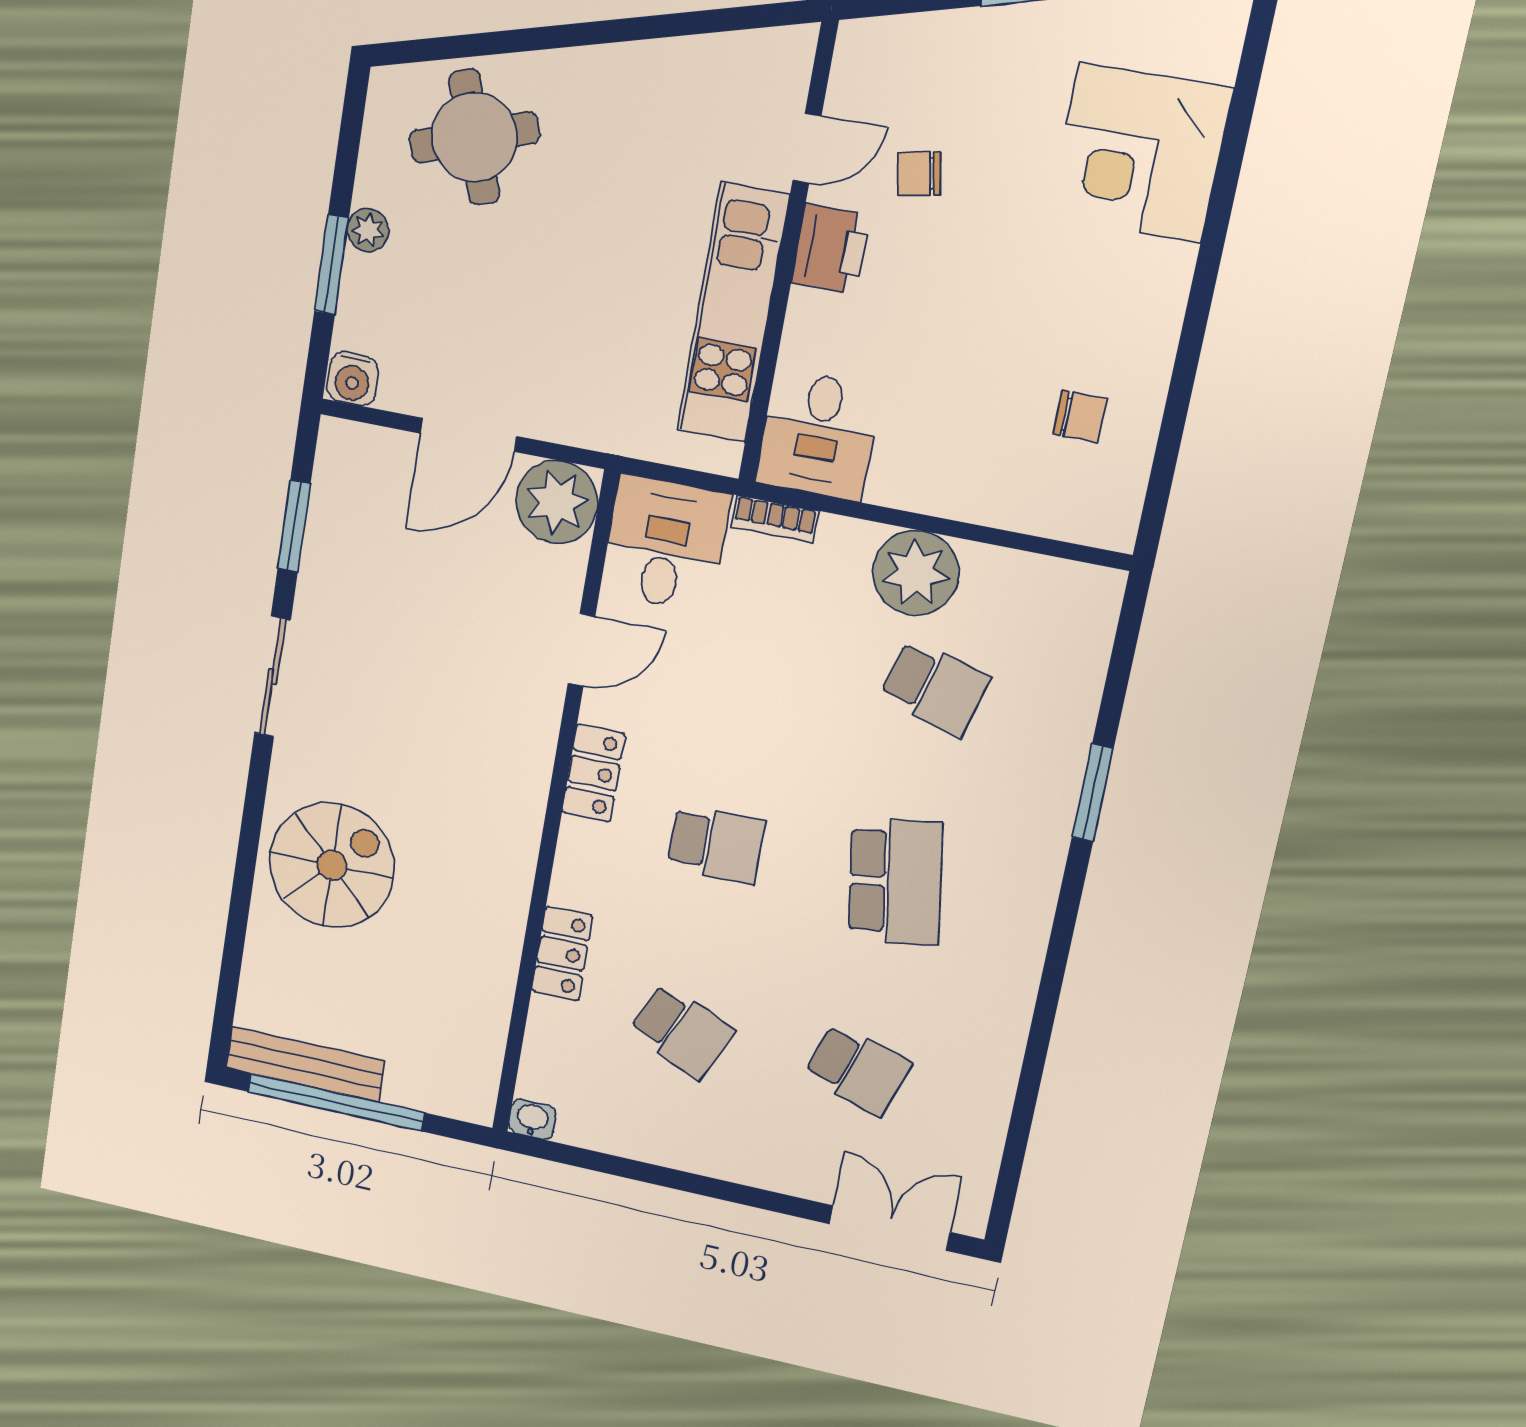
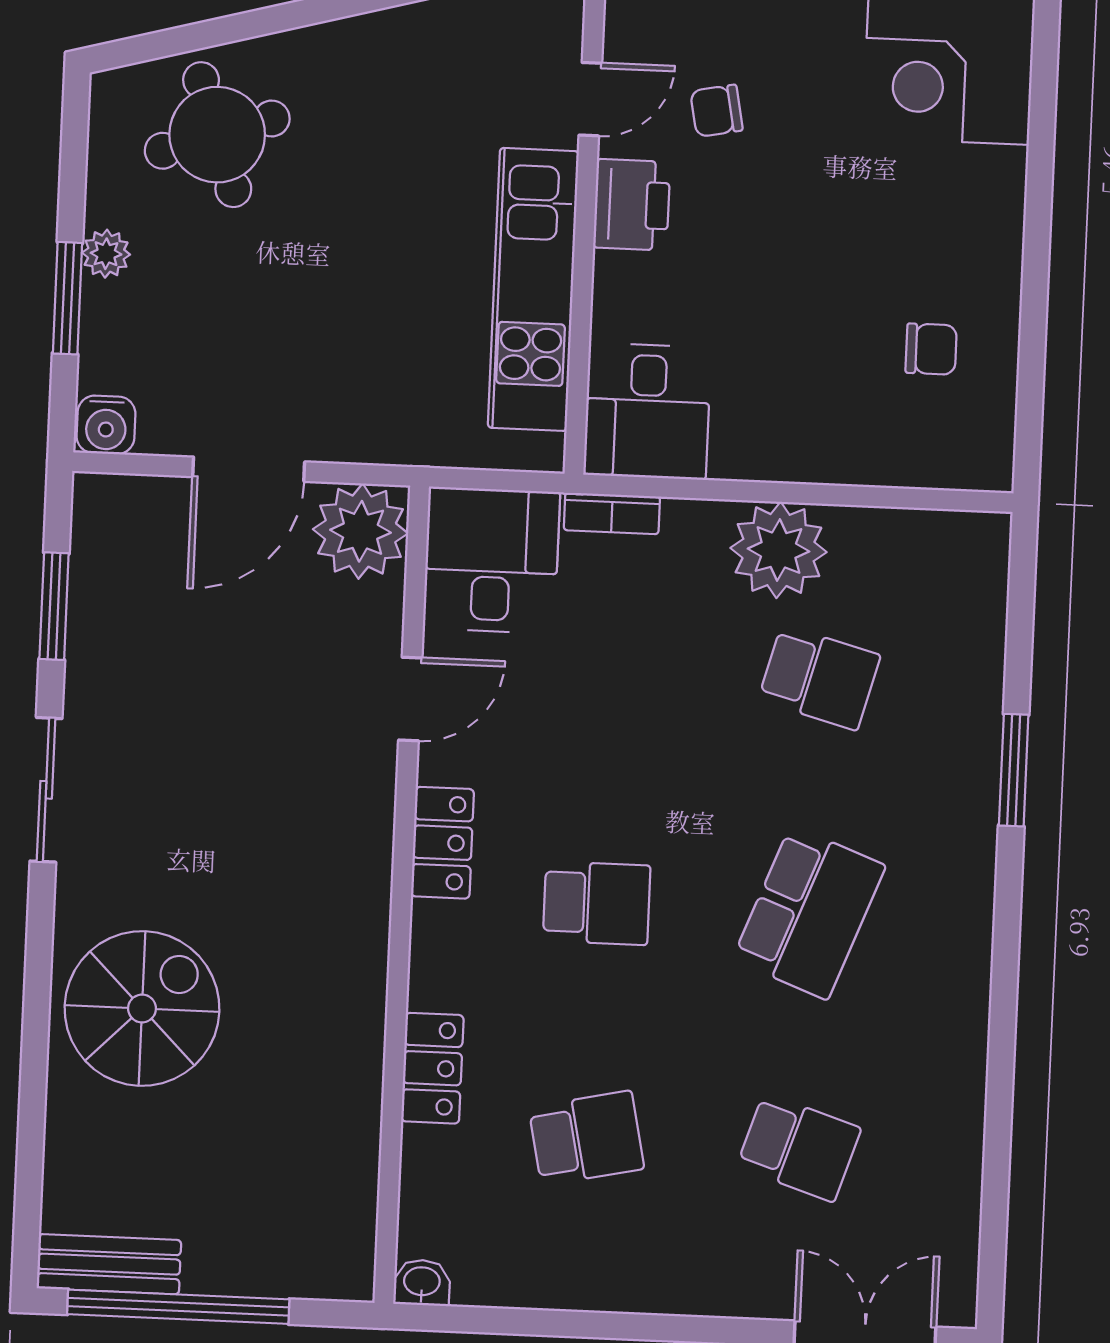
school desk: (896, 882) -> (809, 912), turned 30
school desk: (682, 1031) -> (586, 1138), turned -36
bench: (305, 1064) -> (109, 1264), width x0.73

